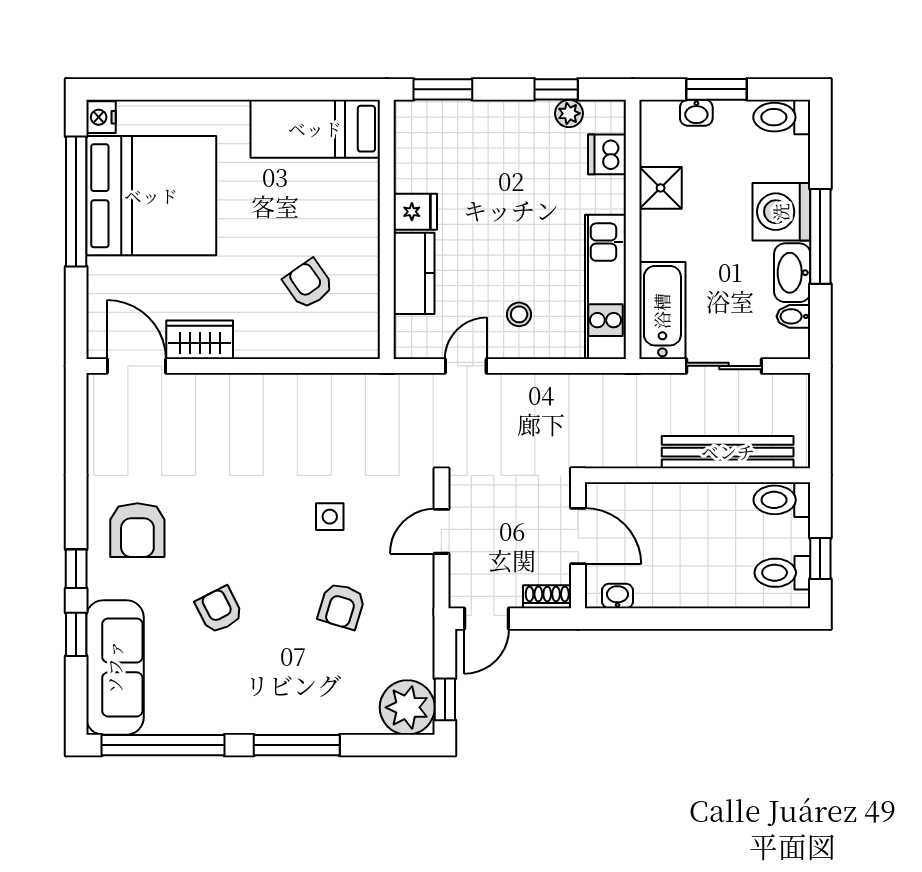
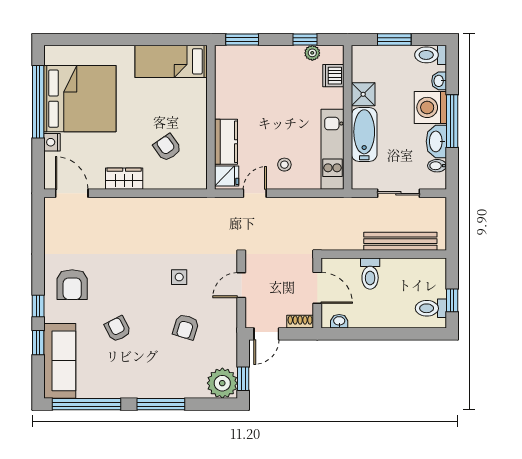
washbasin: (696, 113) -> (439, 81), moved, turned 90
nightstand: (101, 117) -> (52, 142), moved
fridge: (415, 212) -> (227, 176), moved
bathtub: (662, 311) -> (364, 135), moved
wardrobe: (200, 340) -> (124, 179), moved
toilet: (782, 500) -> (370, 274), moved, turned -90

